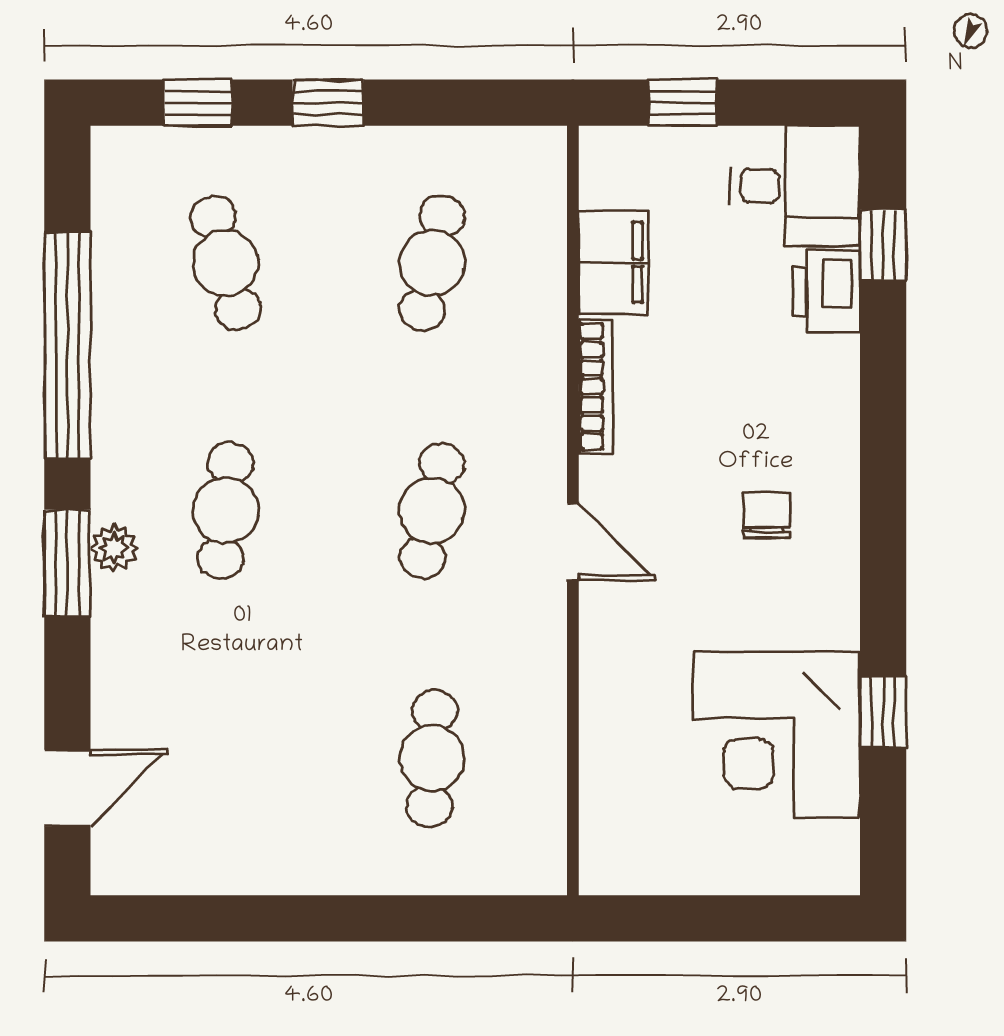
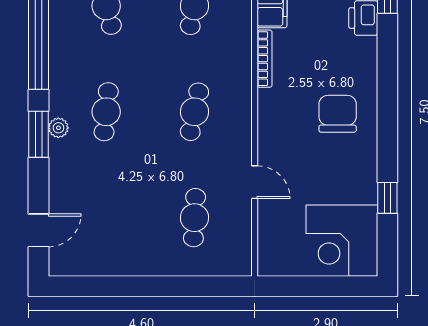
chair: (767, 515) -> (338, 114), width x1.87, depth x1.87
door: (573, 542) -> (255, 182), moved
corner desk: (777, 735) -> (342, 241), moved

